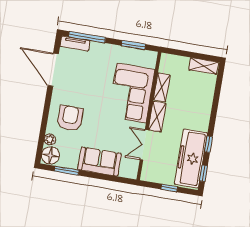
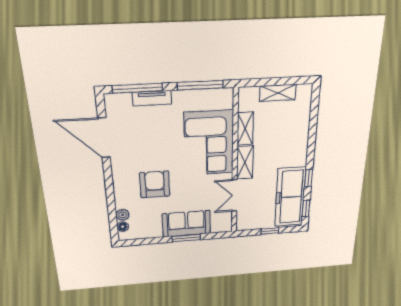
tv unit: (75, 43) -> (152, 98), moved
window: (133, 45) -> (200, 85), width x1.44
shelving: (204, 66) -> (278, 93), moved
armchair: (70, 118) -> (155, 184), moved
floor lamp: (50, 155) -> (123, 227), width x0.53, depth x0.53
window: (67, 171) -> (186, 238), moved

